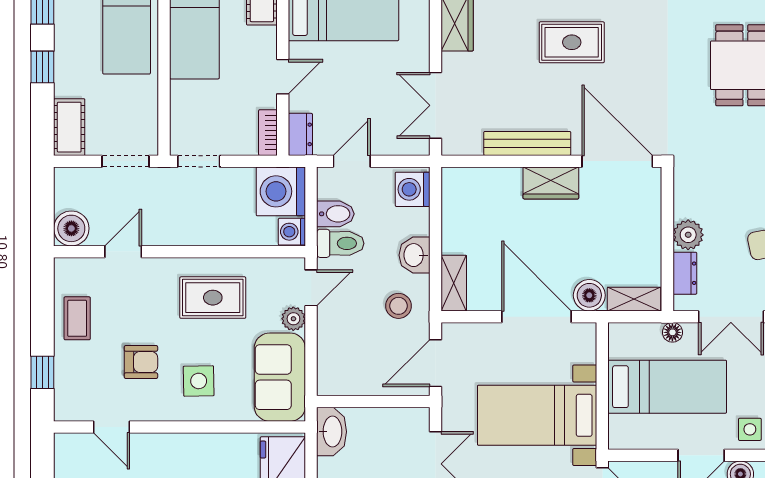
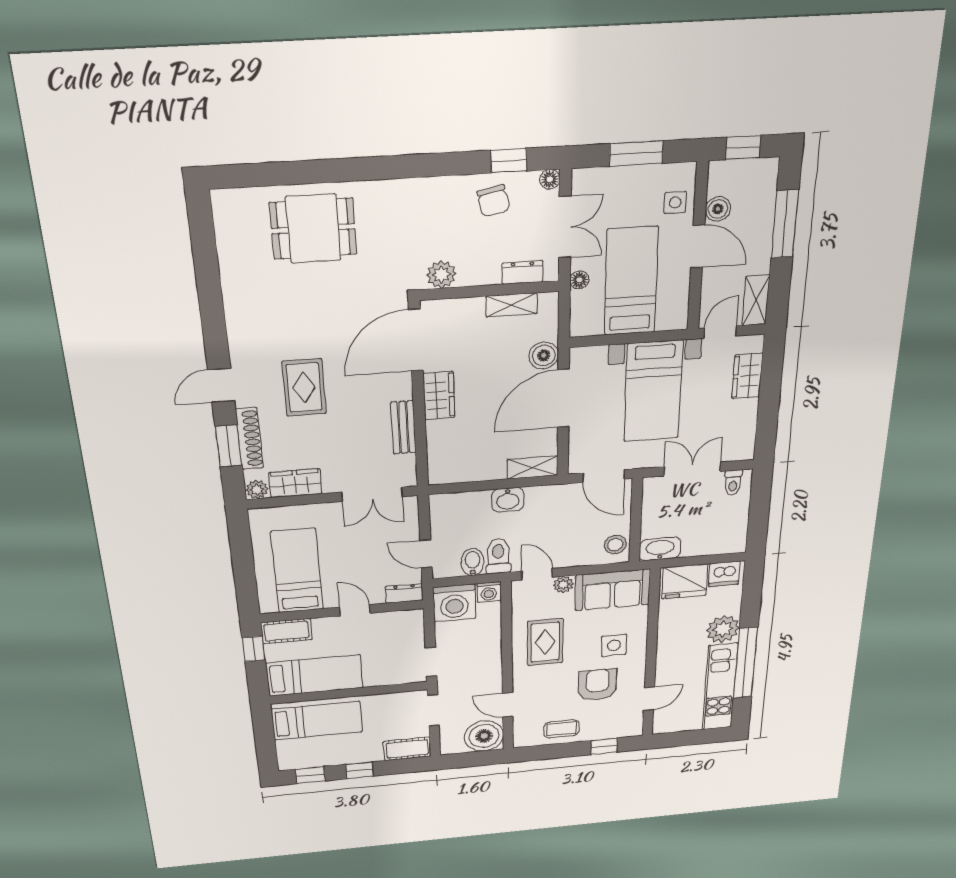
bookcase: (268, 133) -> (404, 616), removed
bench: (527, 143) -> (403, 427), width x0.73
washing machine: (413, 189) -> (449, 506), removed
boiler: (71, 228) -> (484, 736), width x1.37, depth x1.37
plant: (688, 235) -> (441, 275), moved
shelving: (634, 299) -> (511, 305), moved, turned 90
stool: (399, 306) -> (615, 545), moved
armchair: (141, 362) -> (597, 685), width x1.38, depth x1.38

